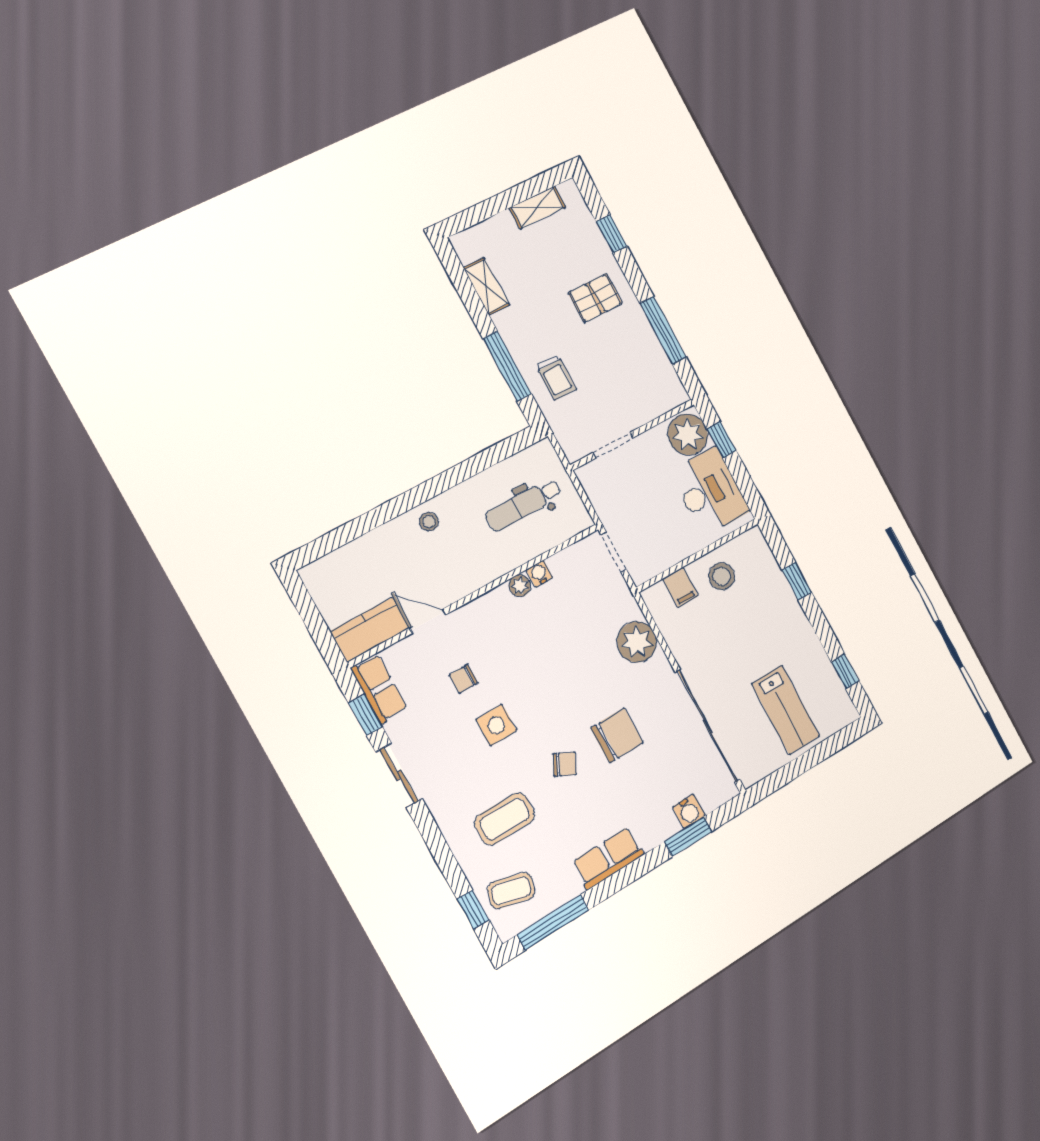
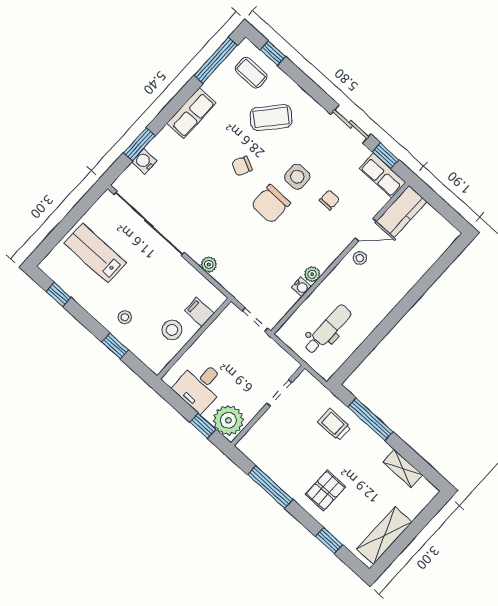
shelving: (537, 208) -> (384, 536), width x1.50, depth x1.33
desk: (709, 492) -> (200, 386), width x0.73
stool: (429, 522) -> (360, 258), moved
stool: (774, 614) -> (125, 317), added
plant: (637, 642) -> (209, 264), width x0.53, depth x0.53
chair: (617, 735) -> (271, 204), moved
coffee table: (505, 819) -> (271, 118), turned 41
coffee table: (511, 891) -> (251, 73), turned 75

